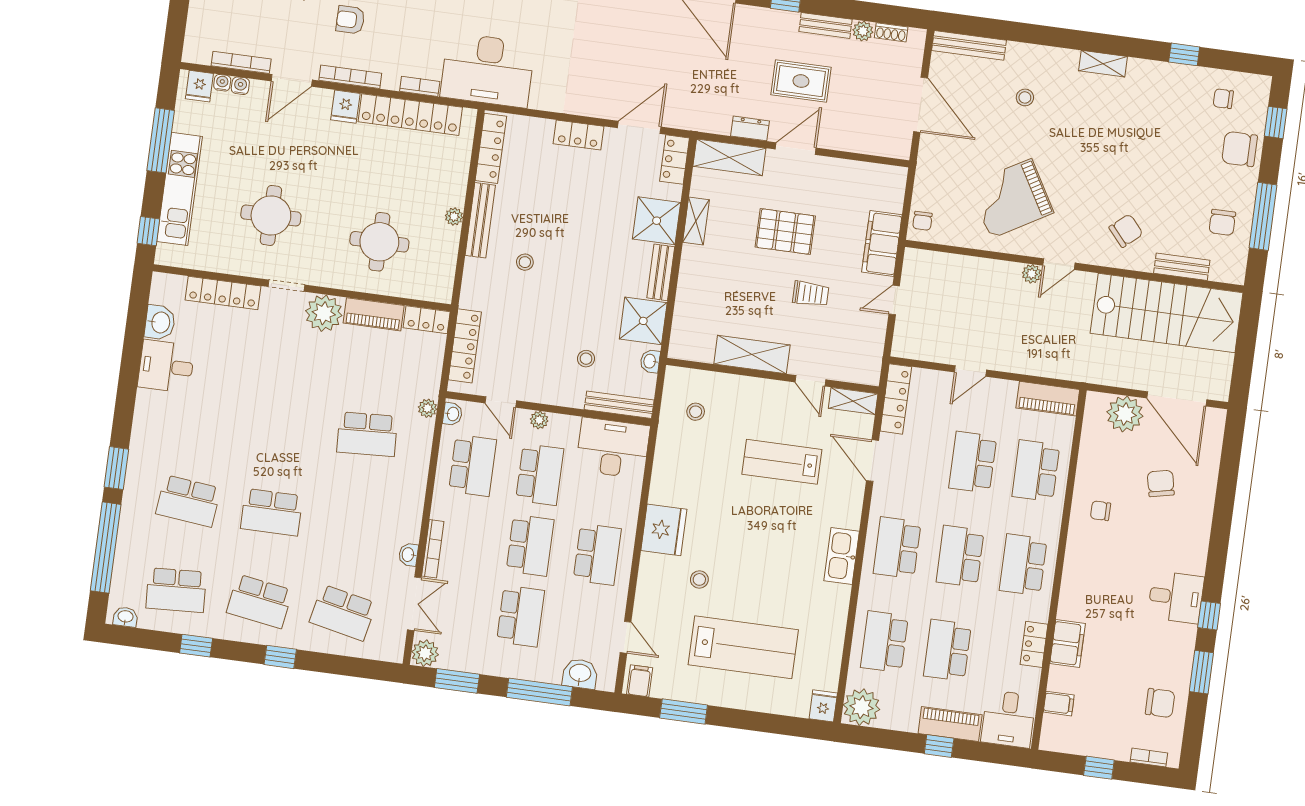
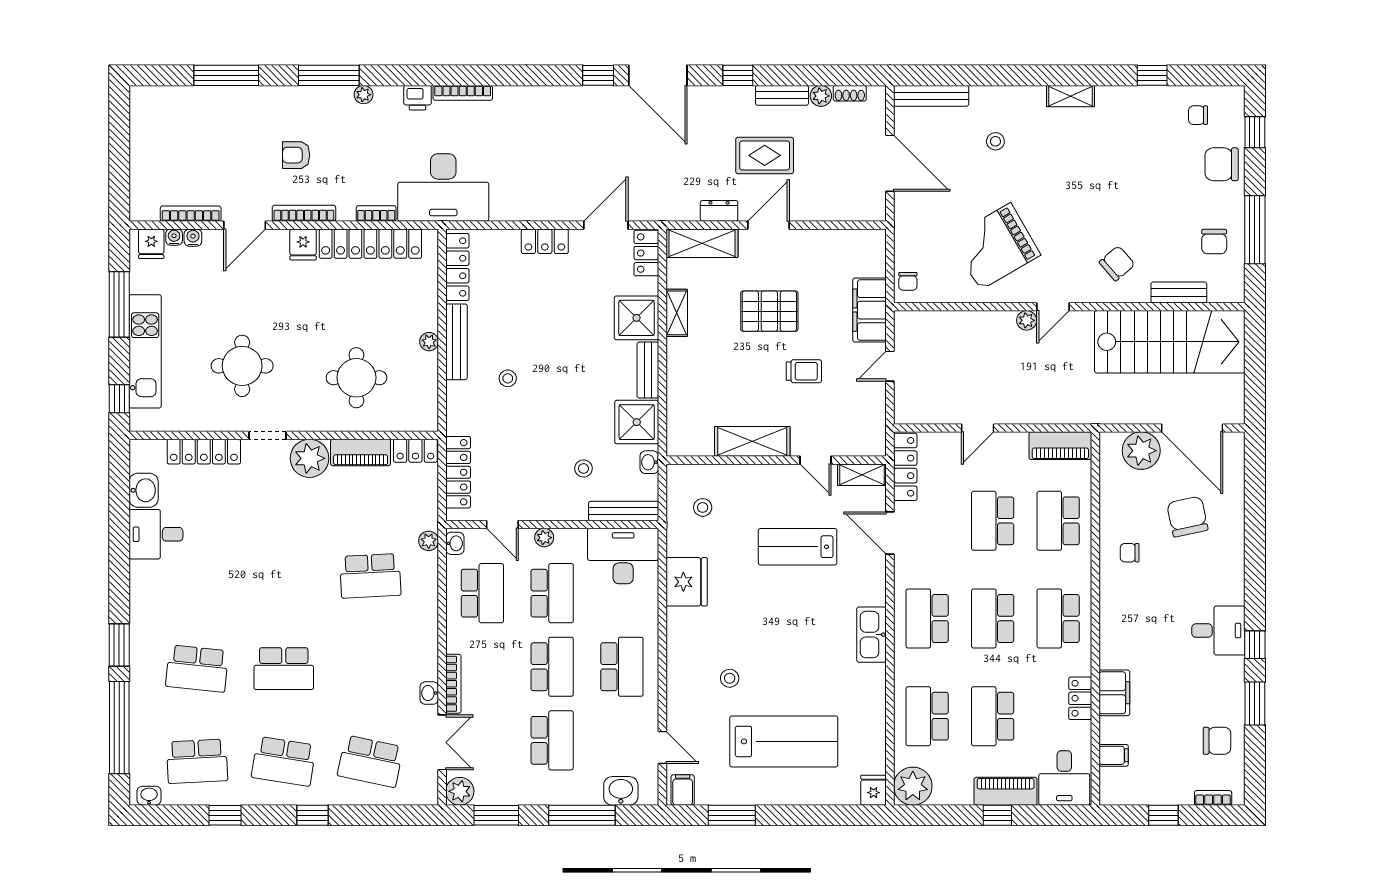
chair: (1161, 483) -> (1187, 517), width x1.37, depth x1.37
fridge: (664, 530) -> (687, 582), moved

